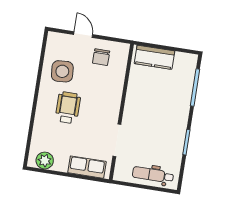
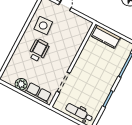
chair: (101, 57) -> (72, 25), removed
plant: (45, 161) -> (21, 84), moved

